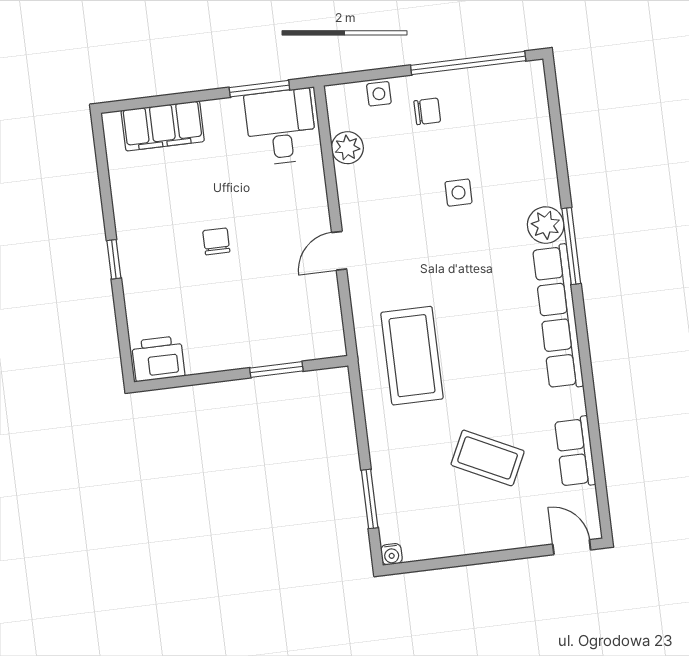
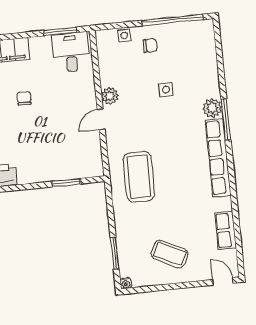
plant: (347, 148) -> (110, 96), moved
chair: (216, 241) -> (24, 98), moved
coffee table: (488, 458) -> (170, 254), moved

